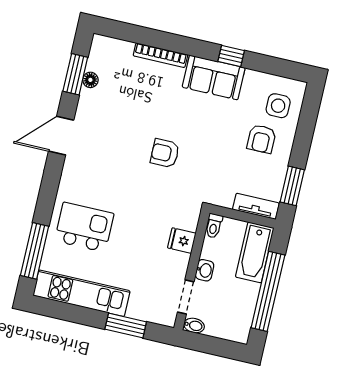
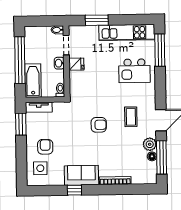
window: (75, 74) -> (161, 157), width x1.44
plant: (89, 101) -> (150, 144), added
coffee table: (109, 153) -> (131, 117), added
fridge: (182, 241) -> (76, 64), moved

